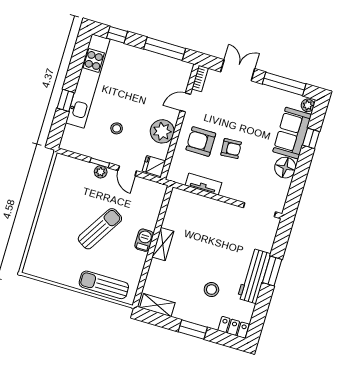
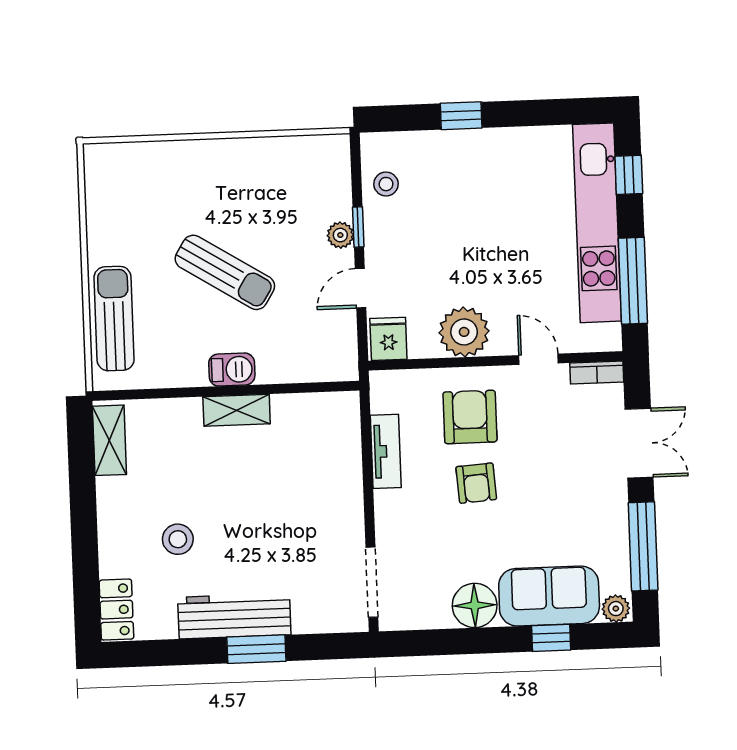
kitchen unit: (88, 81) -> (597, 223), moved, turned 90
stool: (117, 128) -> (386, 184), moved
window: (193, 330) -> (84, 529), removed

